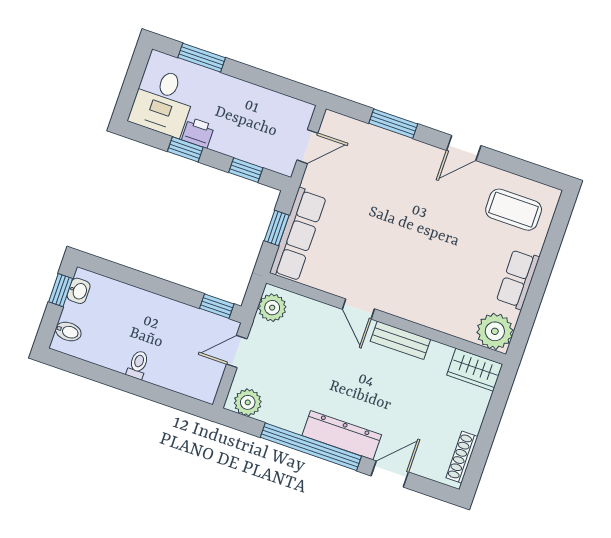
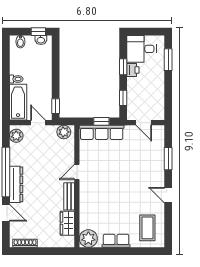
wardrobe: (475, 370) -> (67, 223), moved
bathtub: (184, 376) -> (18, 102), added

